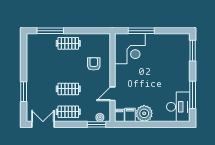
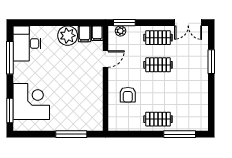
corner desk: (130, 49) -> (31, 102), moved, turned 90

